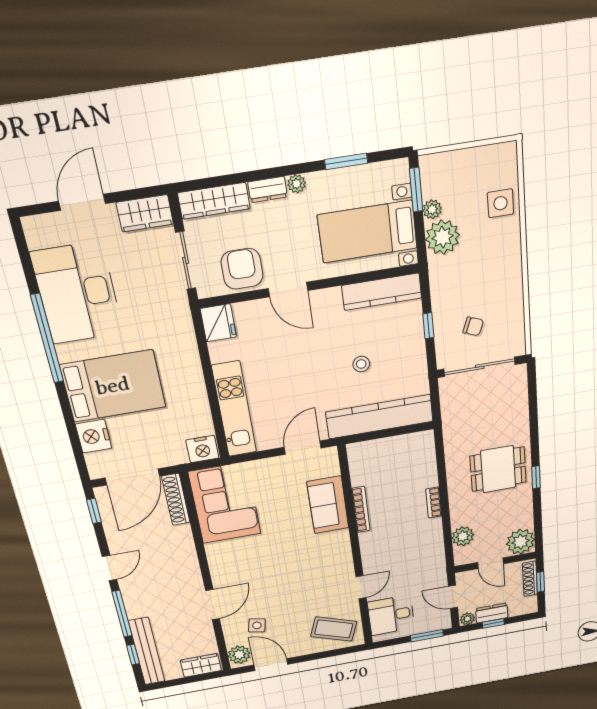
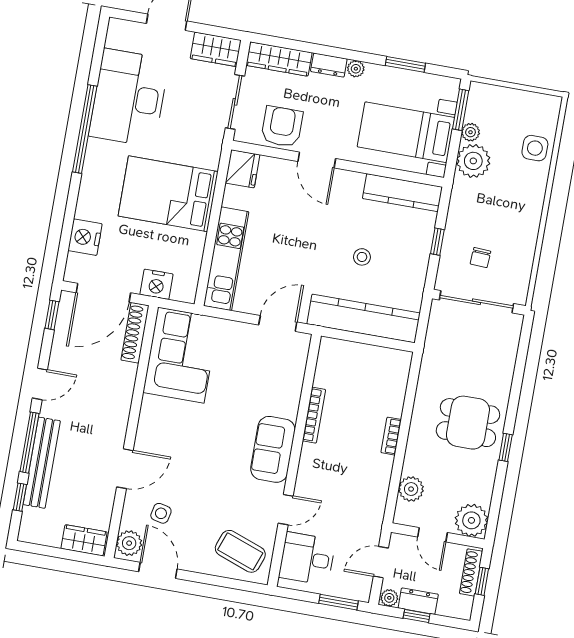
chair: (473, 326) -> (480, 258), turned 72
bed: (113, 386) -> (168, 194), moved, turned 180
nightstand: (202, 449) -> (156, 284), moved
sofa: (328, 505) -> (273, 449), moved
door: (453, 597) -> (381, 562), hinge flipped
bench: (147, 651) -> (42, 463), moved

